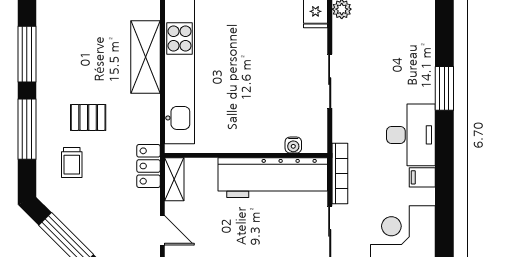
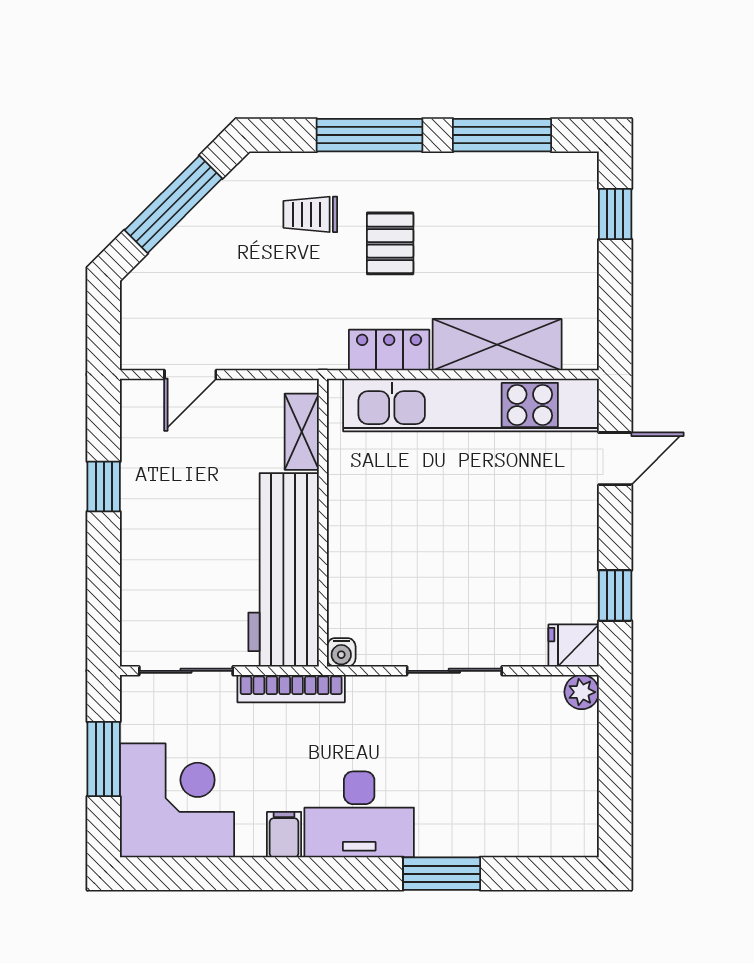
water cooler: (293, 145) -> (341, 652), moved, turned -90
locker: (148, 166) -> (389, 350), moved
shelving: (174, 179) -> (302, 432), moved, turned 90

